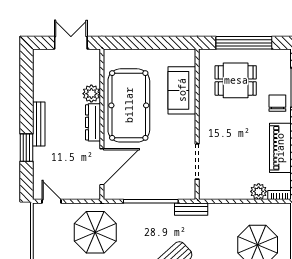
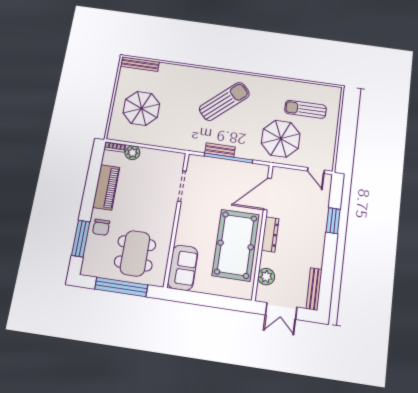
dining table: (236, 80) -> (135, 253), width x1.38
sofa: (182, 90) -> (183, 268), moved
plant: (91, 94) -> (266, 277), moved
bench: (39, 124) -> (314, 289), moved
bench: (191, 209) -> (220, 150), moved

